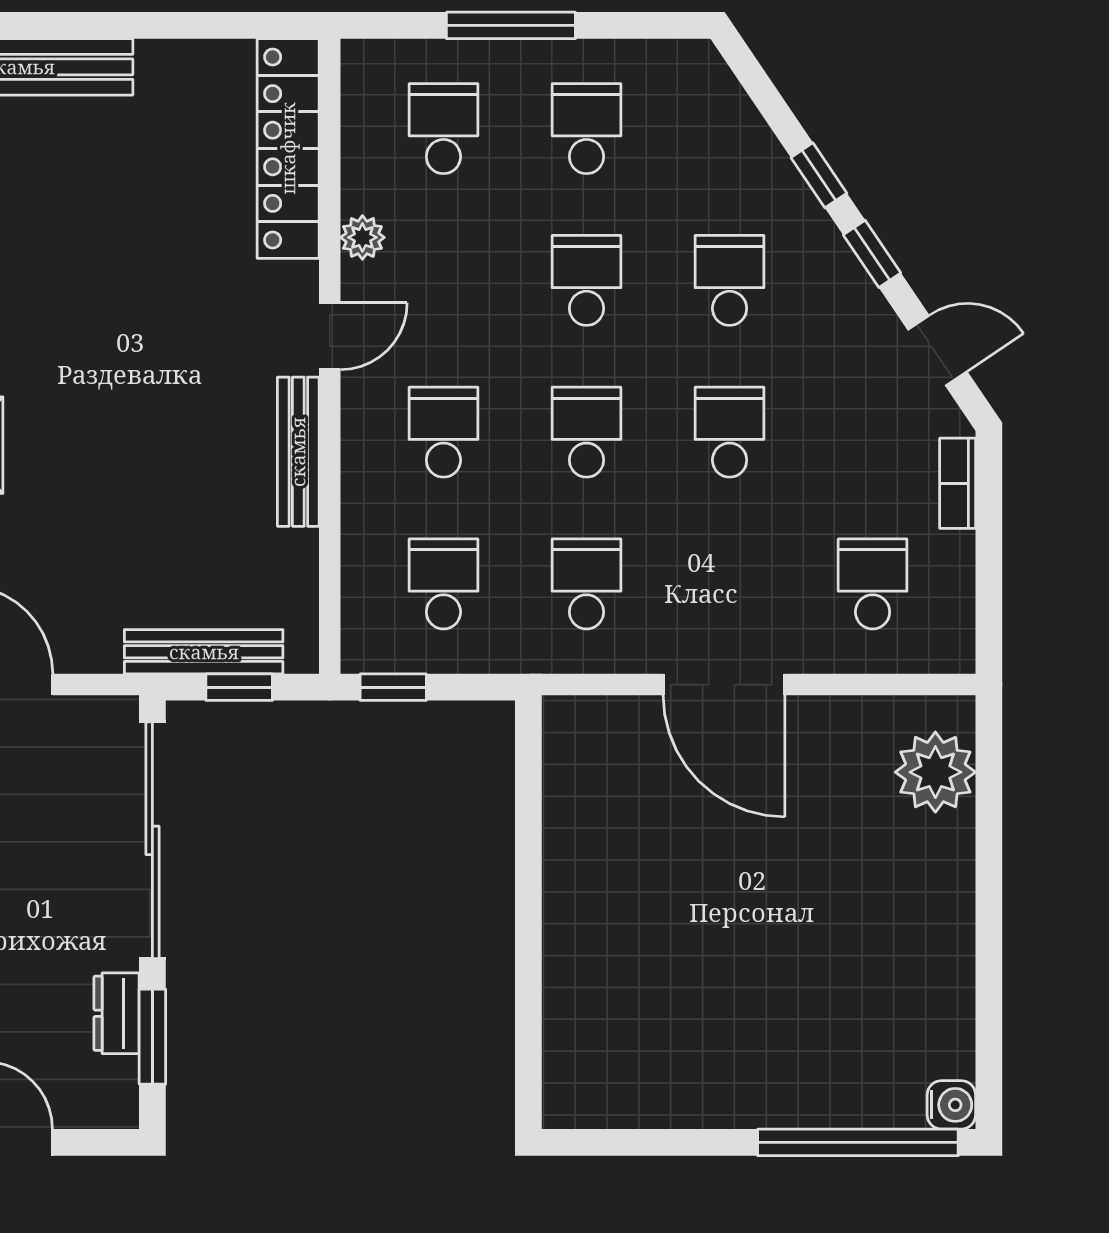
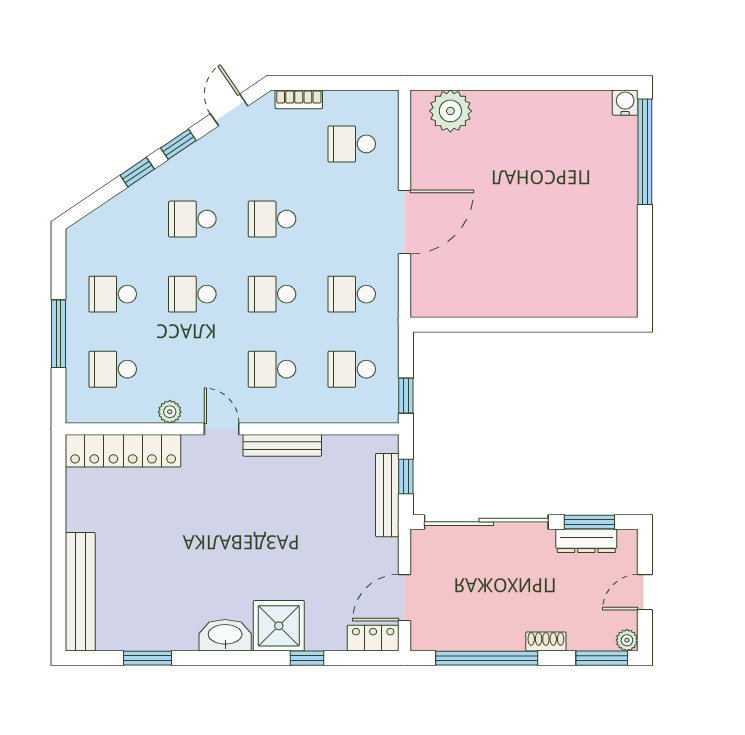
dresser: (117, 1013) -> (586, 541), width x1.44

